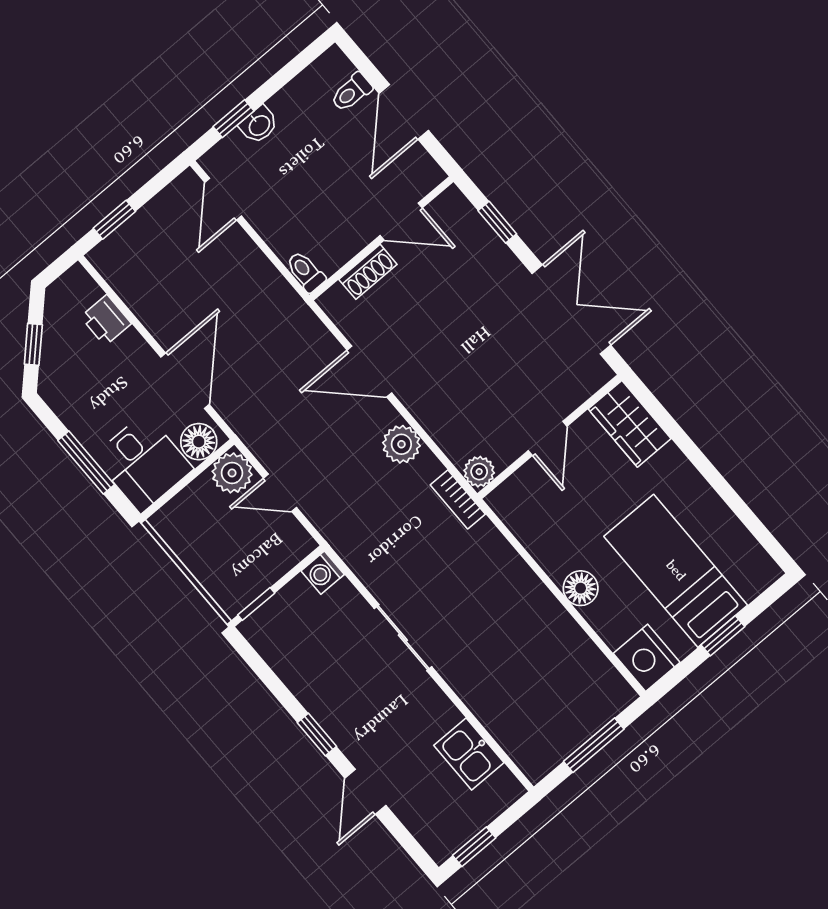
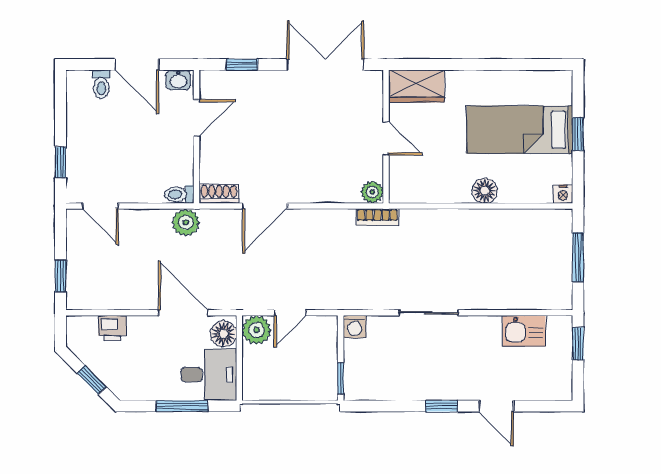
washbasin: (259, 125) -> (178, 80), moved, turned 90
shoe rack: (368, 272) -> (219, 194), moved, turned -90
plant: (401, 444) -> (186, 222), moved
nightstand: (647, 658) -> (563, 194), width x0.53, depth x0.56
window: (474, 847) -> (578, 344), moved

